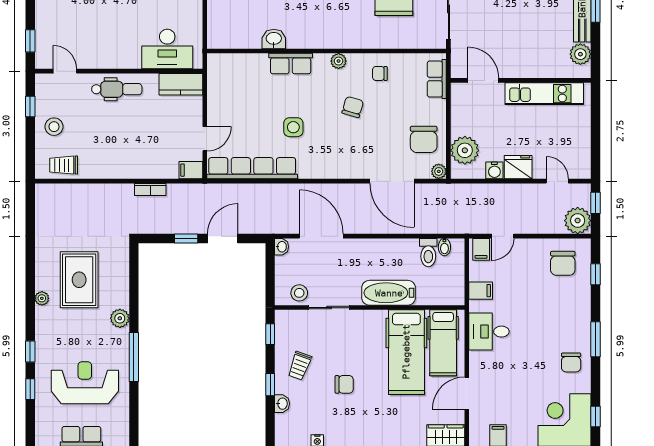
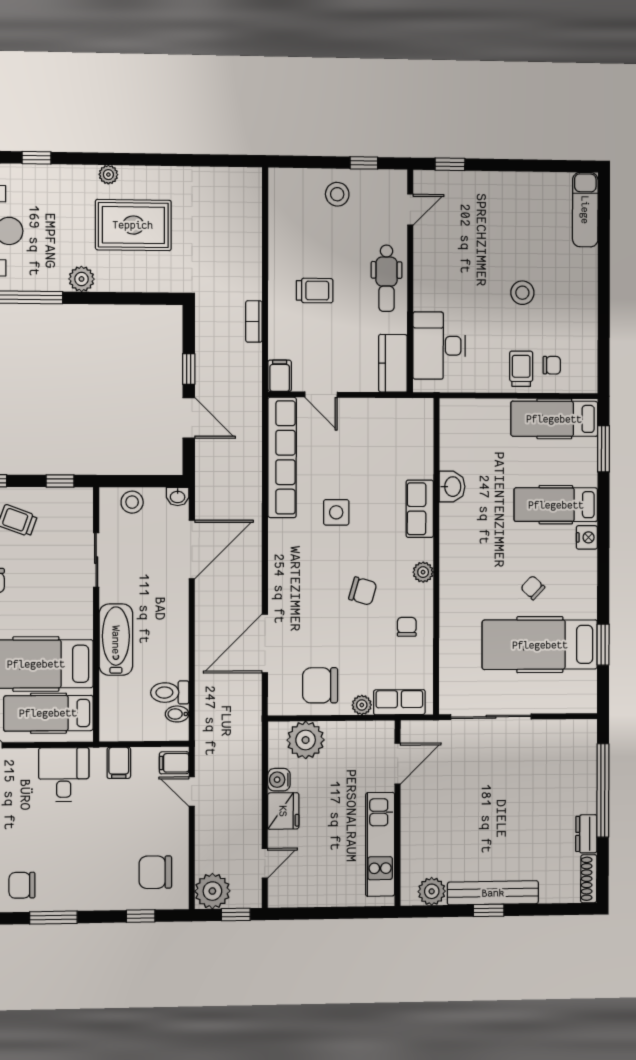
trolley: (64, 165) -> (315, 291), moved, turned 90
plant: (439, 171) -> (362, 705), moved
stool: (299, 293) -> (132, 502), moved

